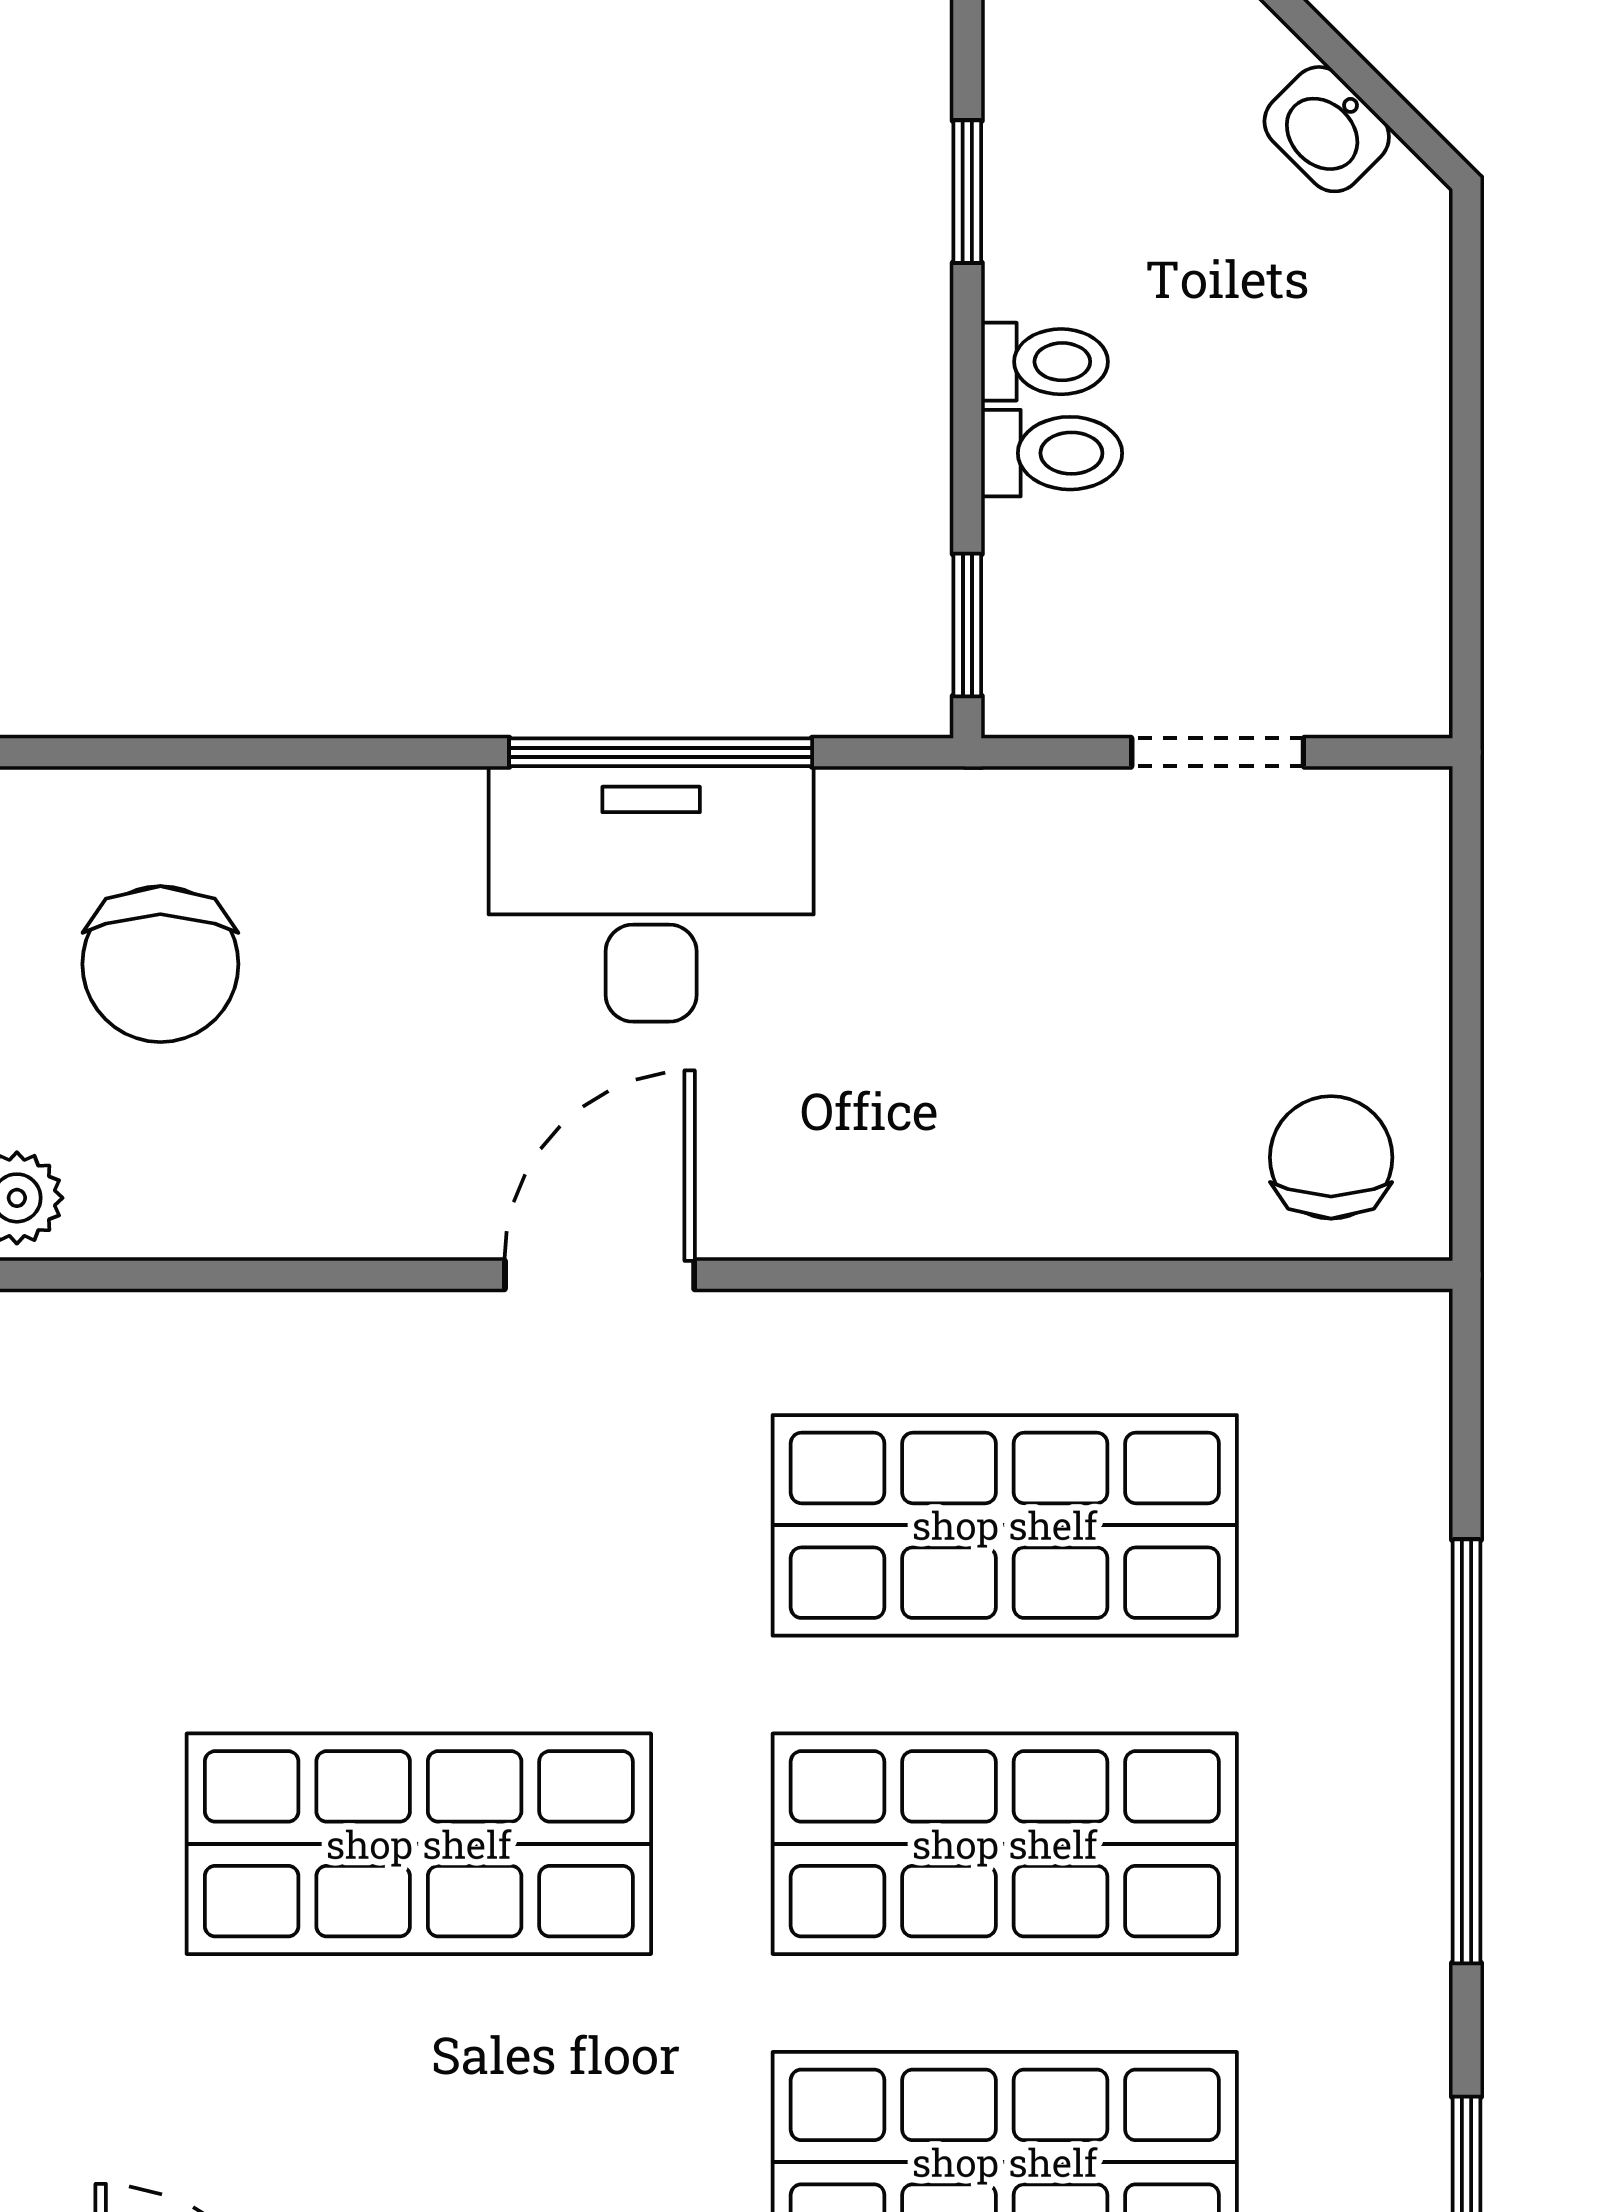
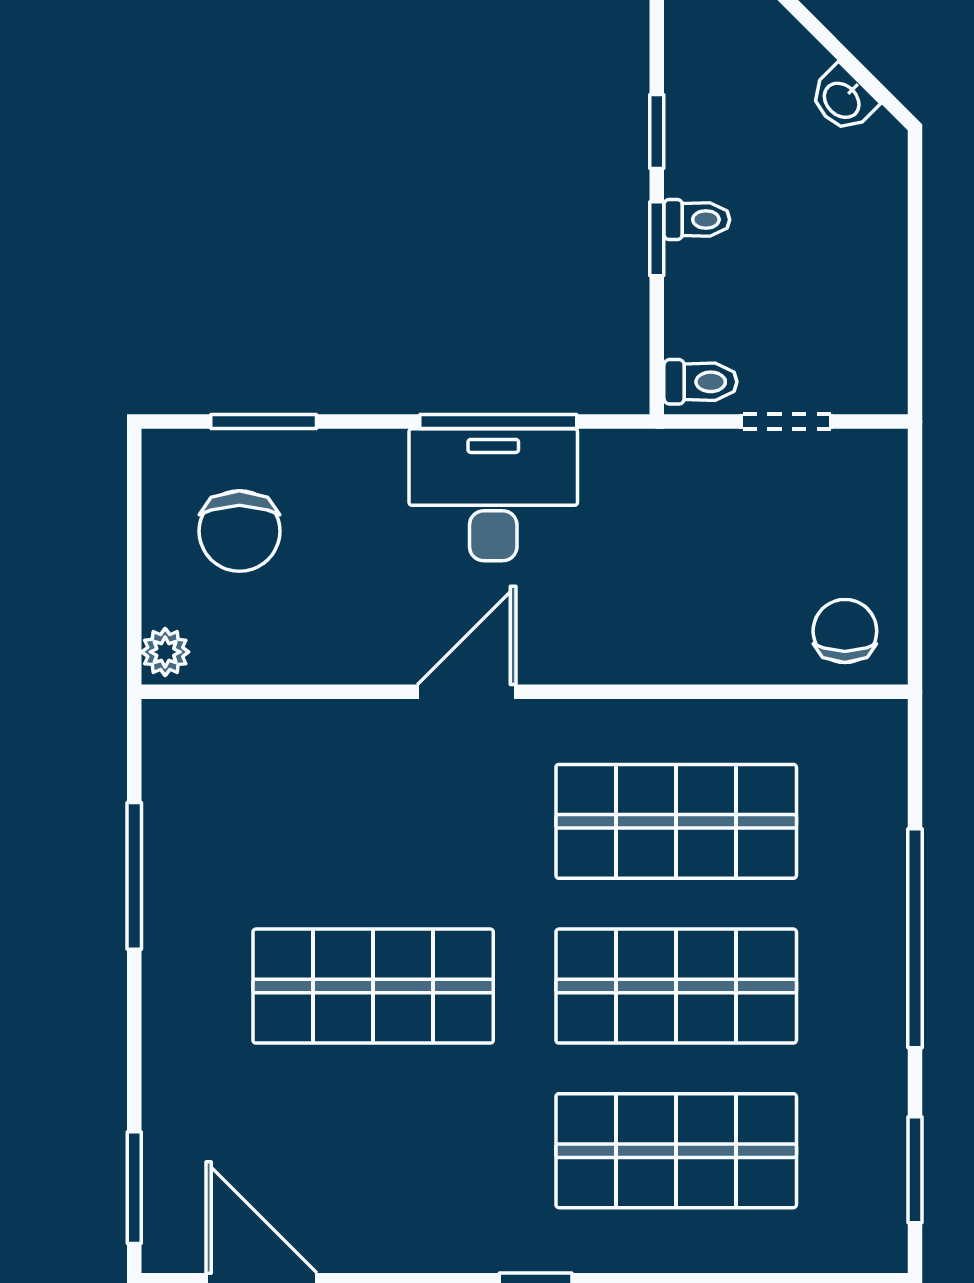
toilet: (1052, 453) -> (700, 382), moved
window: (967, 625) -> (657, 239), moved
window: (207, 752) -> (264, 422), added

